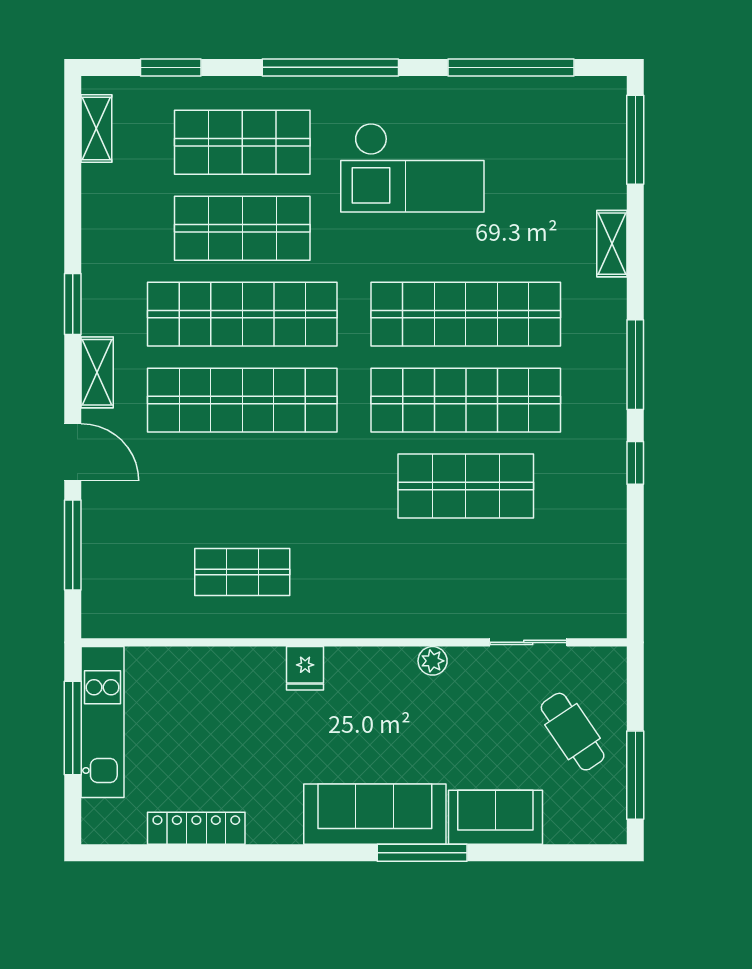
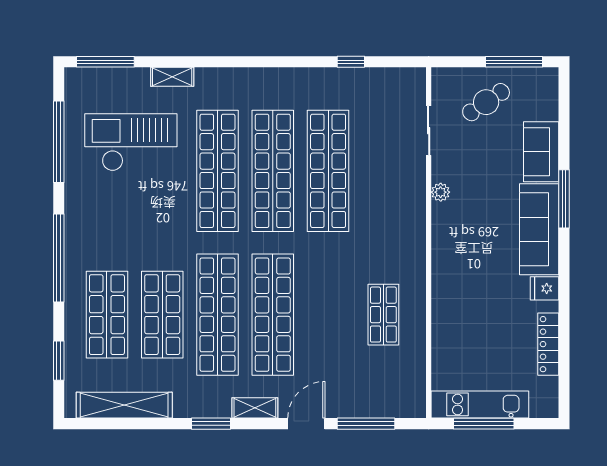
shelving: (96, 129) -> (124, 405), width x2.20, depth x1.33
checkout: (412, 168) -> (131, 142), moved, turned -90
window: (635, 365) -> (250, 62), removed
window: (635, 463) -> (351, 62), moved
shop shelf: (466, 486) -> (328, 171), width x1.40
fridge: (305, 668) -> (544, 288), moved, turned 180

